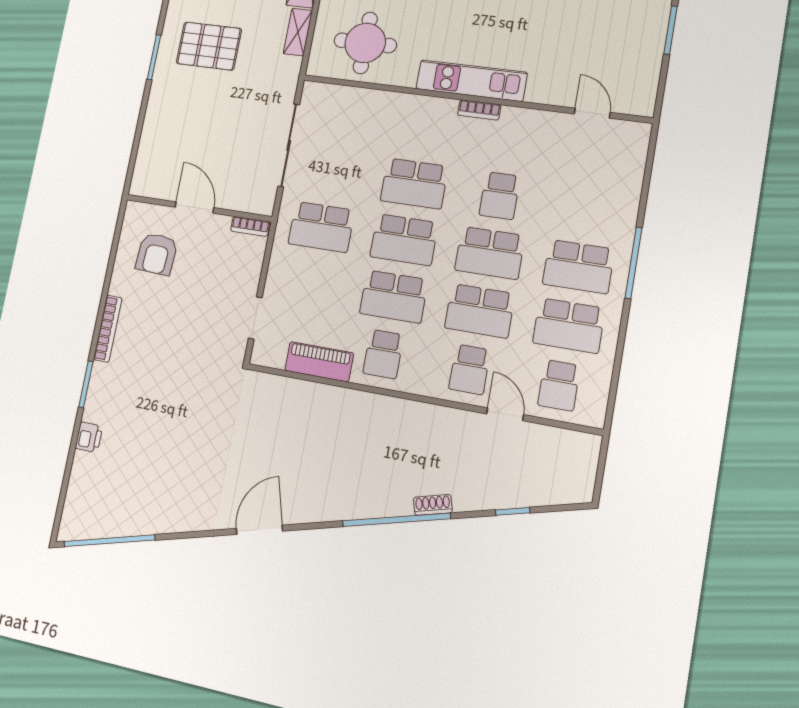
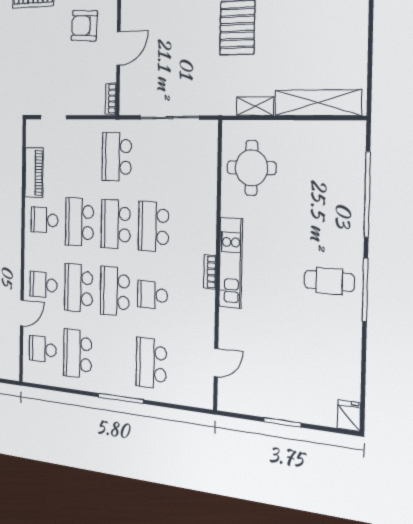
school desk: (578, 267) -> (151, 363), moved

